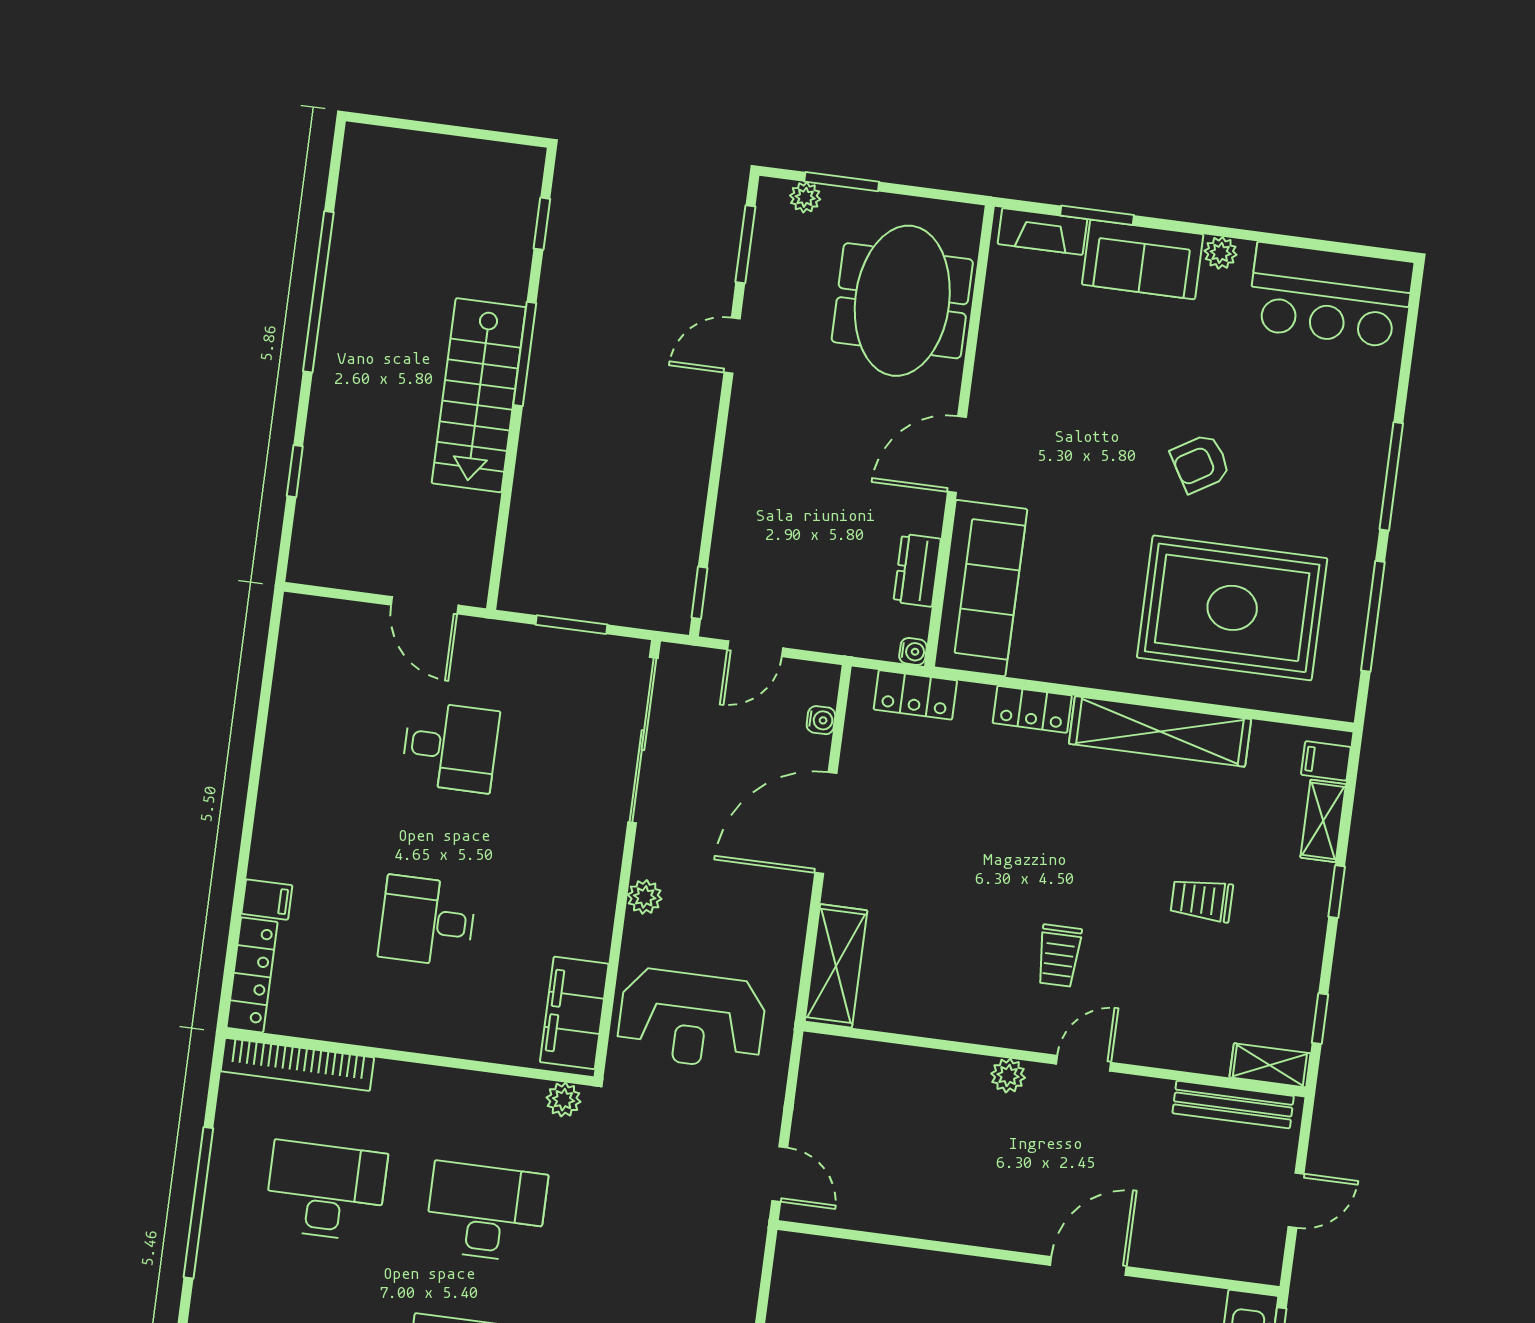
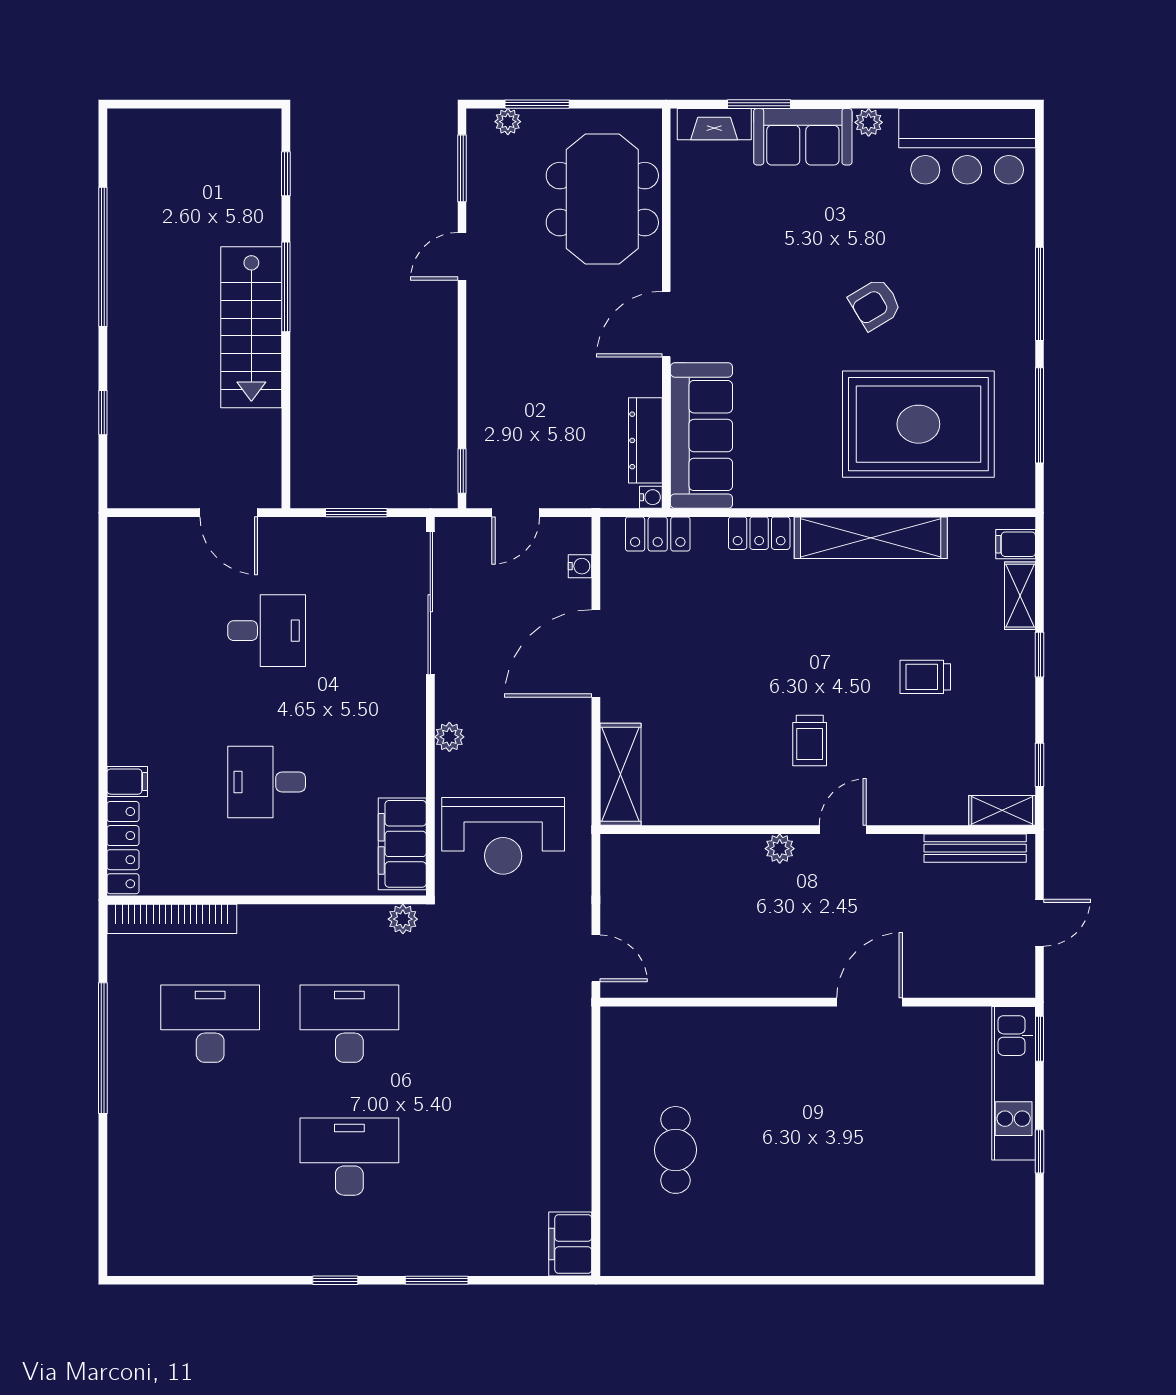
dresser: (917, 570) -> (645, 440), width x1.44

